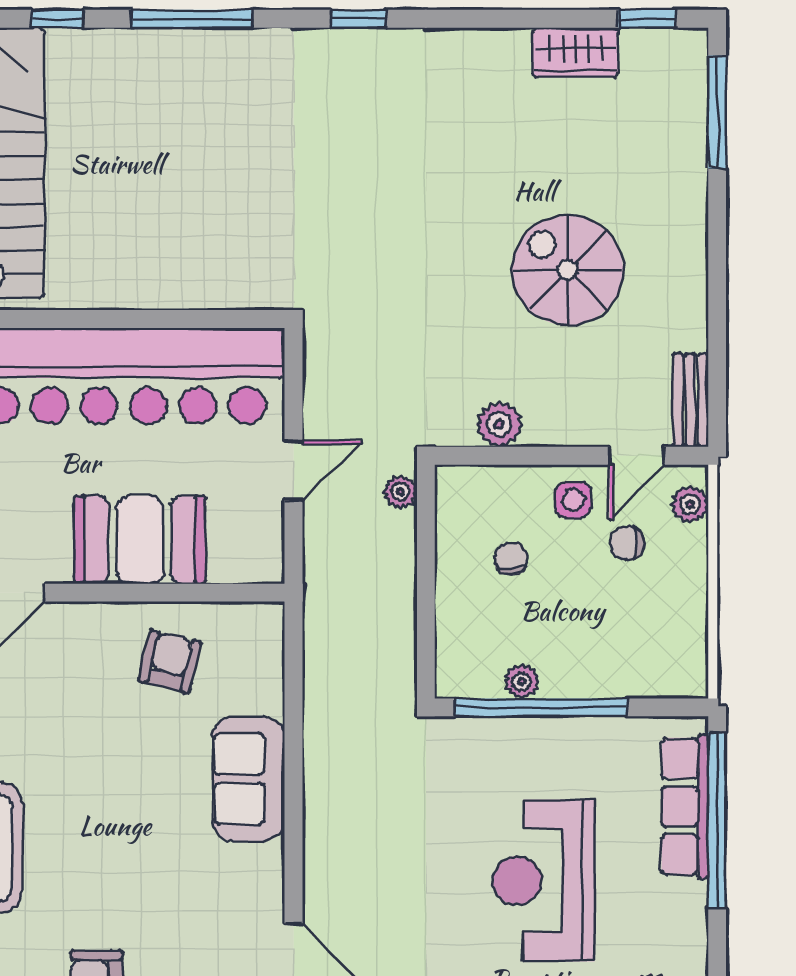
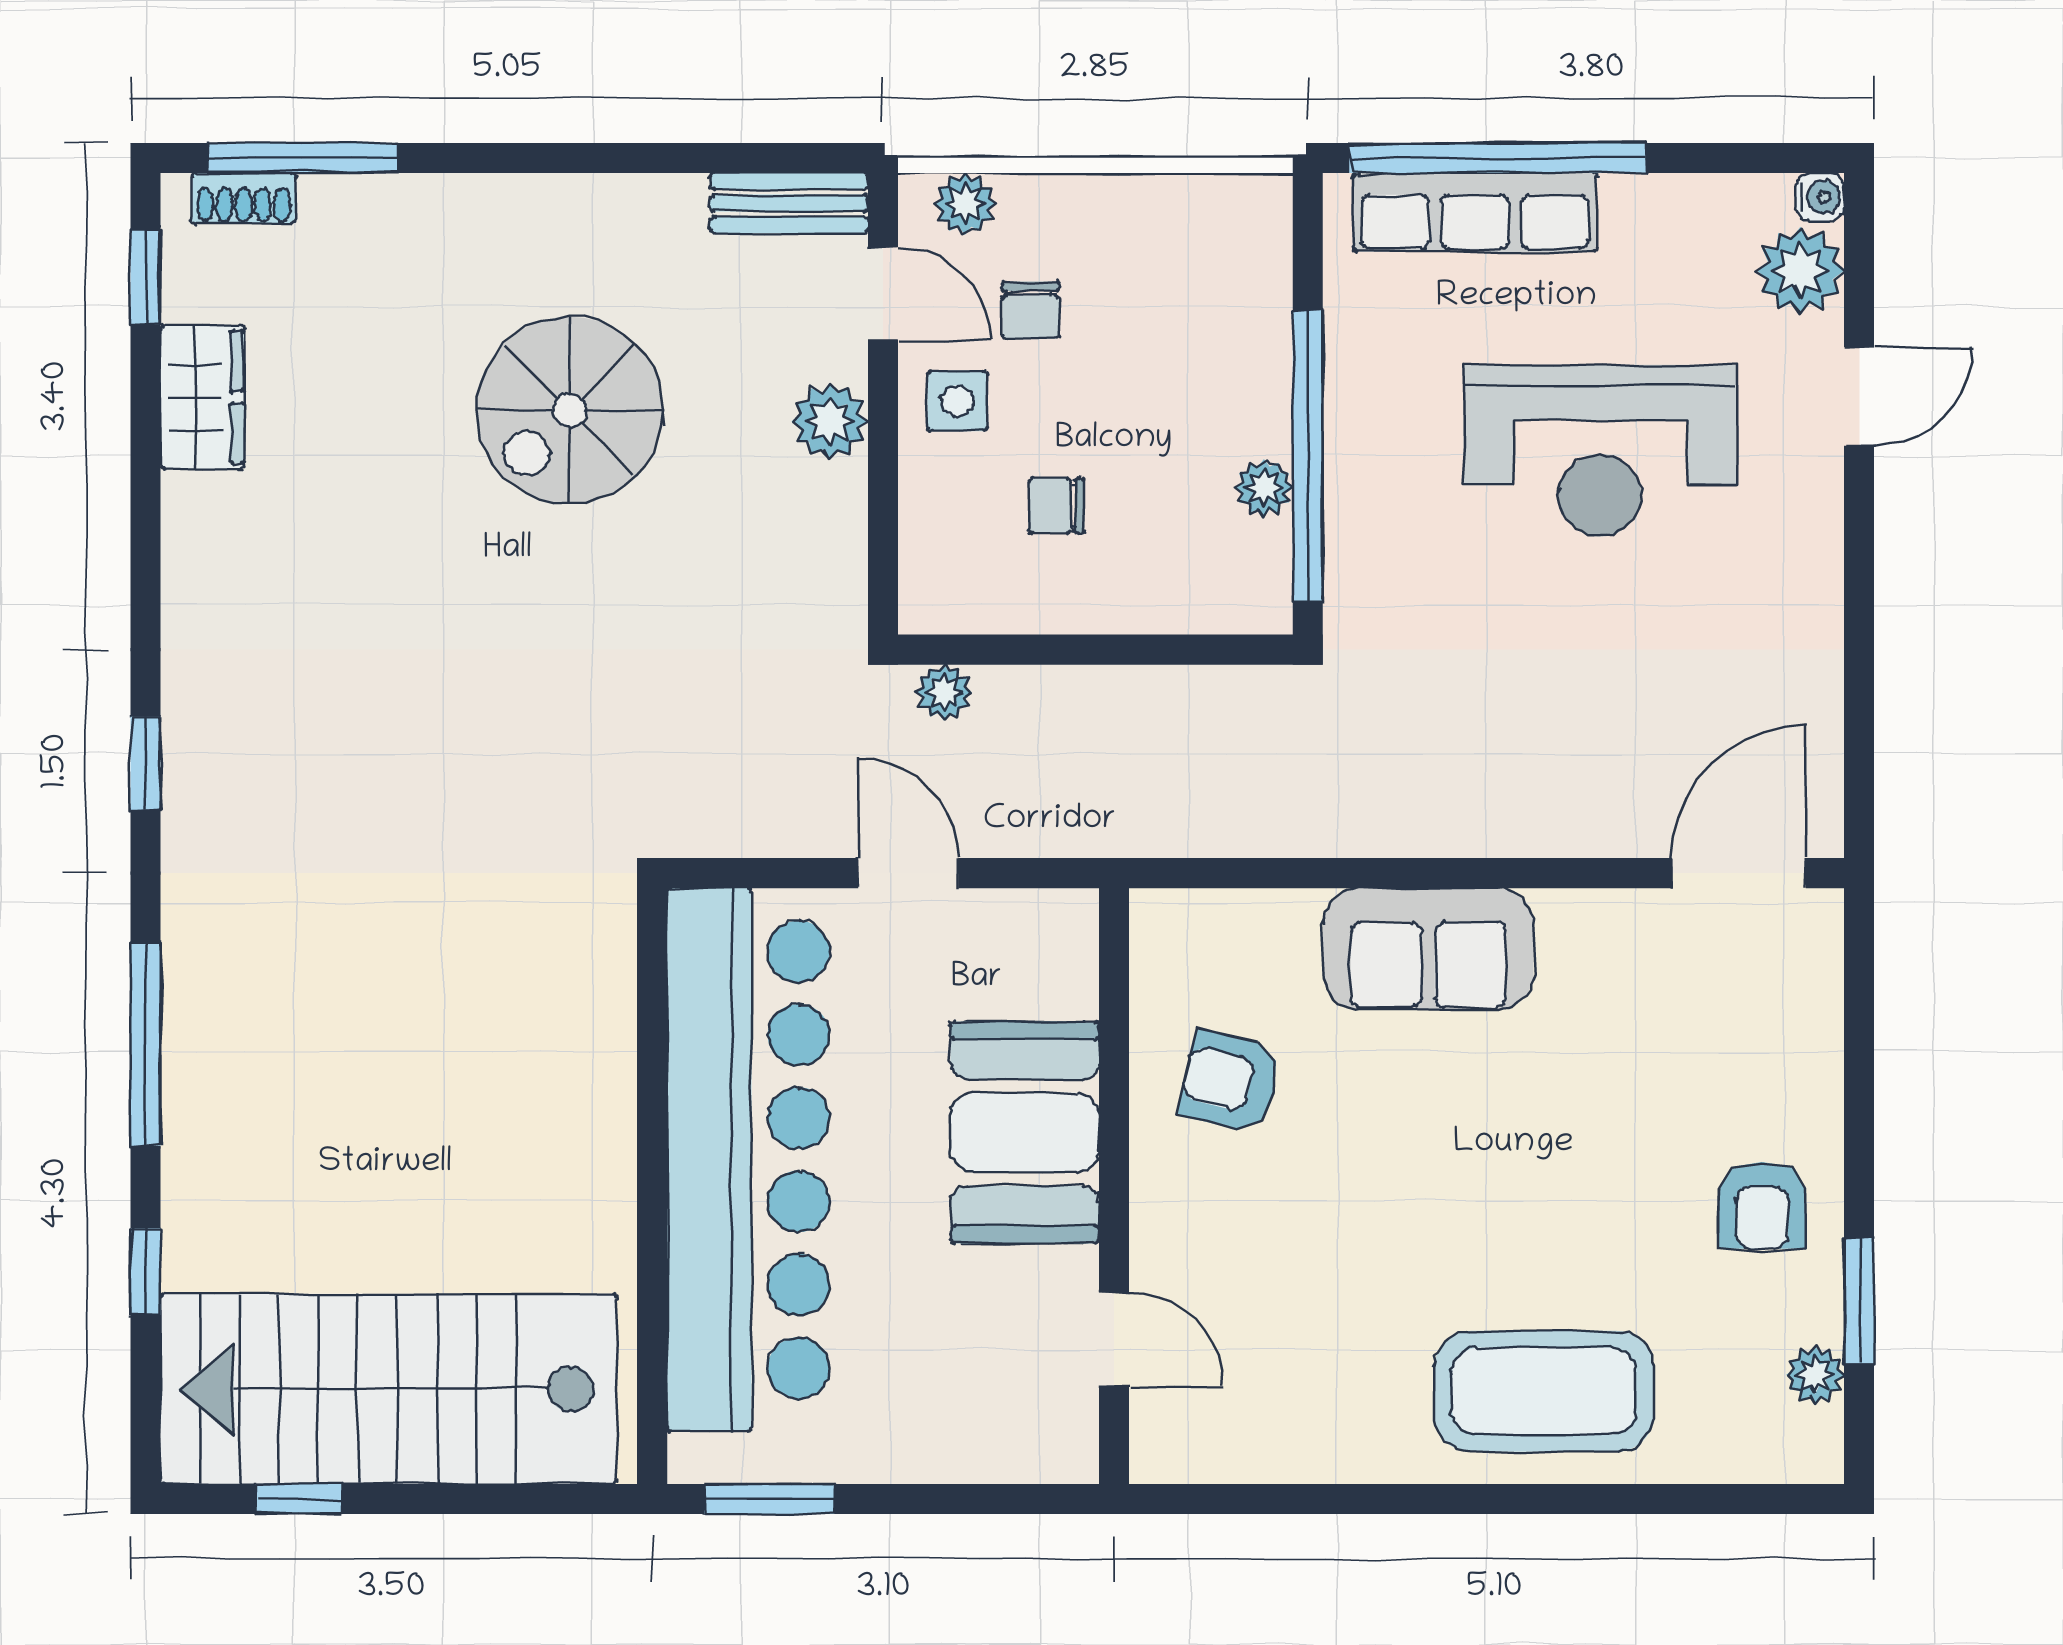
shoe rack: (693, 77) -> (244, 198), added
plant: (499, 424) -> (830, 421), moved

